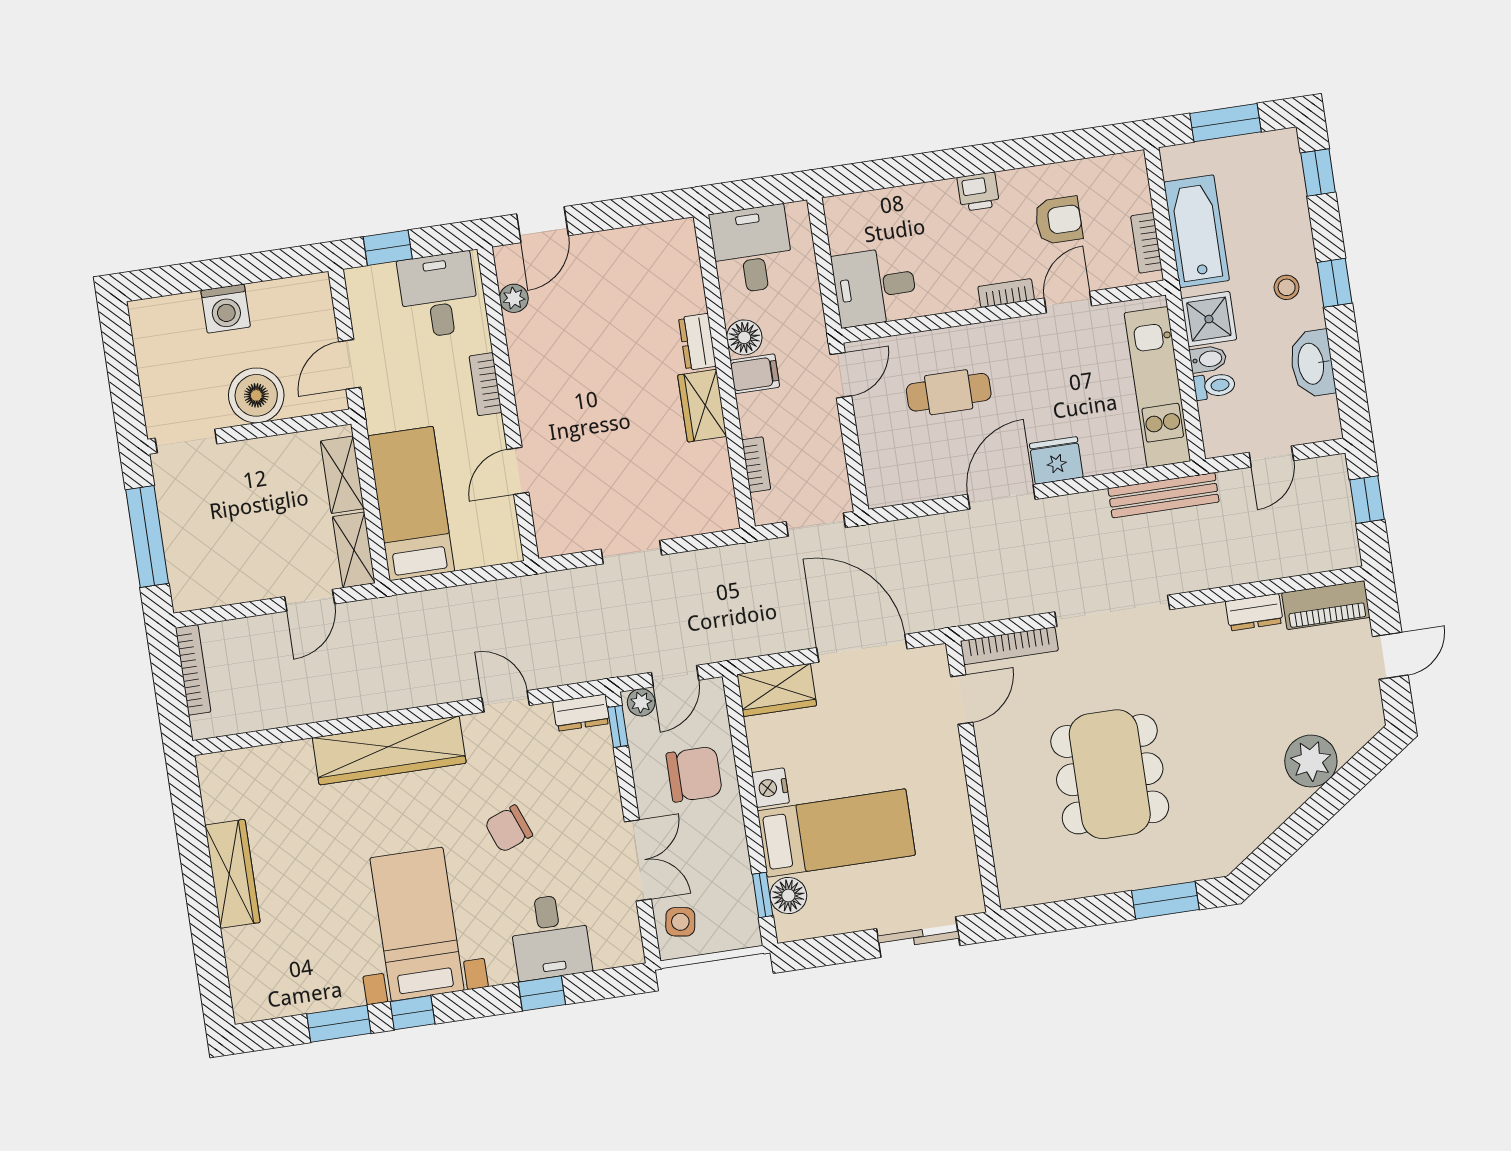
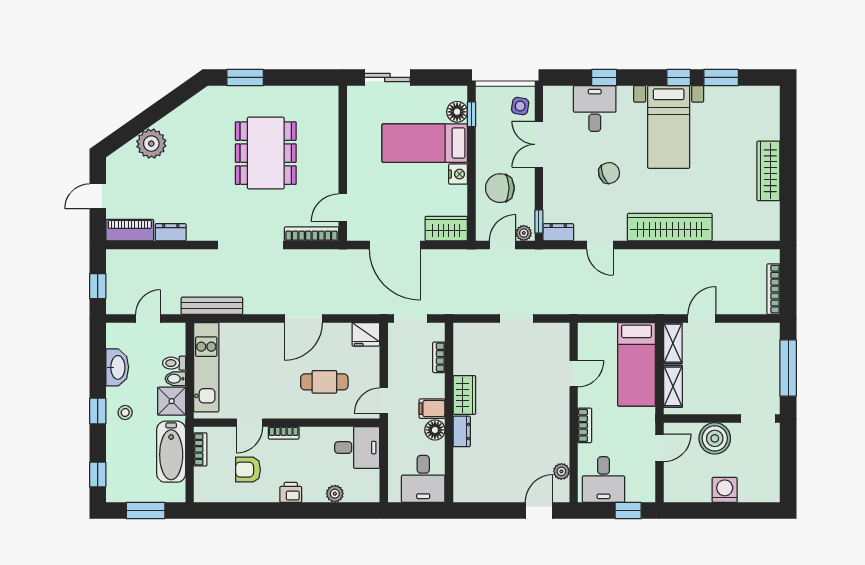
plant: (902, 201) -> (335, 494), added
fridge: (1056, 460) -> (366, 334), moved

